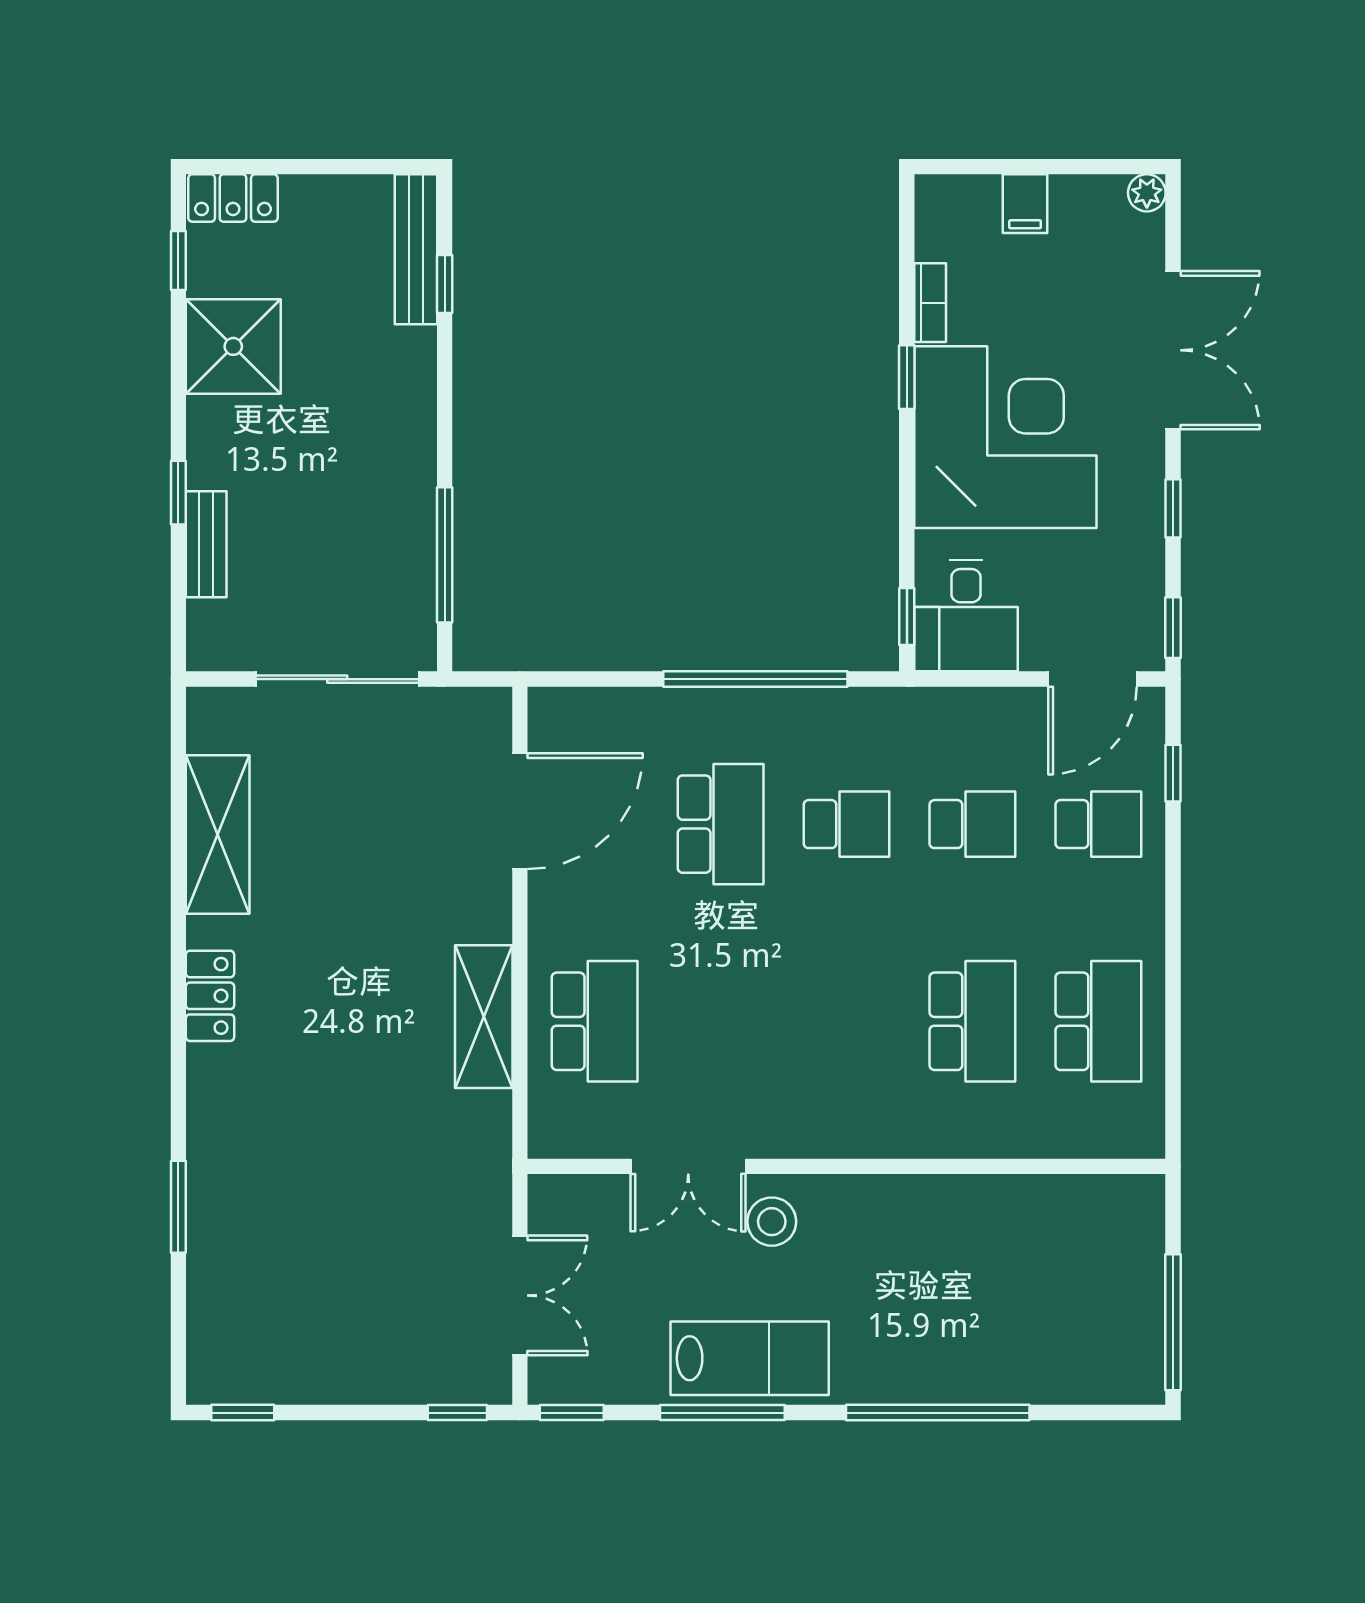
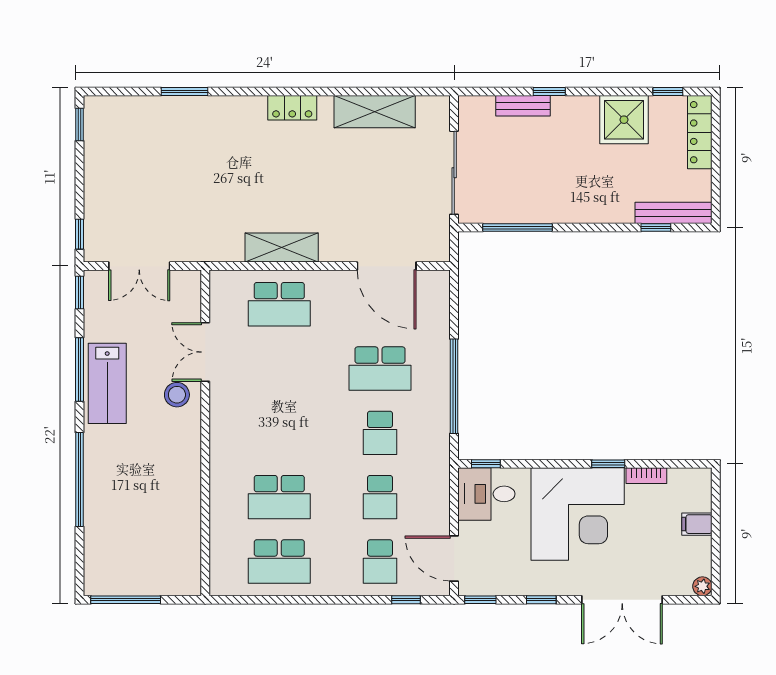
locker: (233, 198) -> (700, 132), width x1.53

